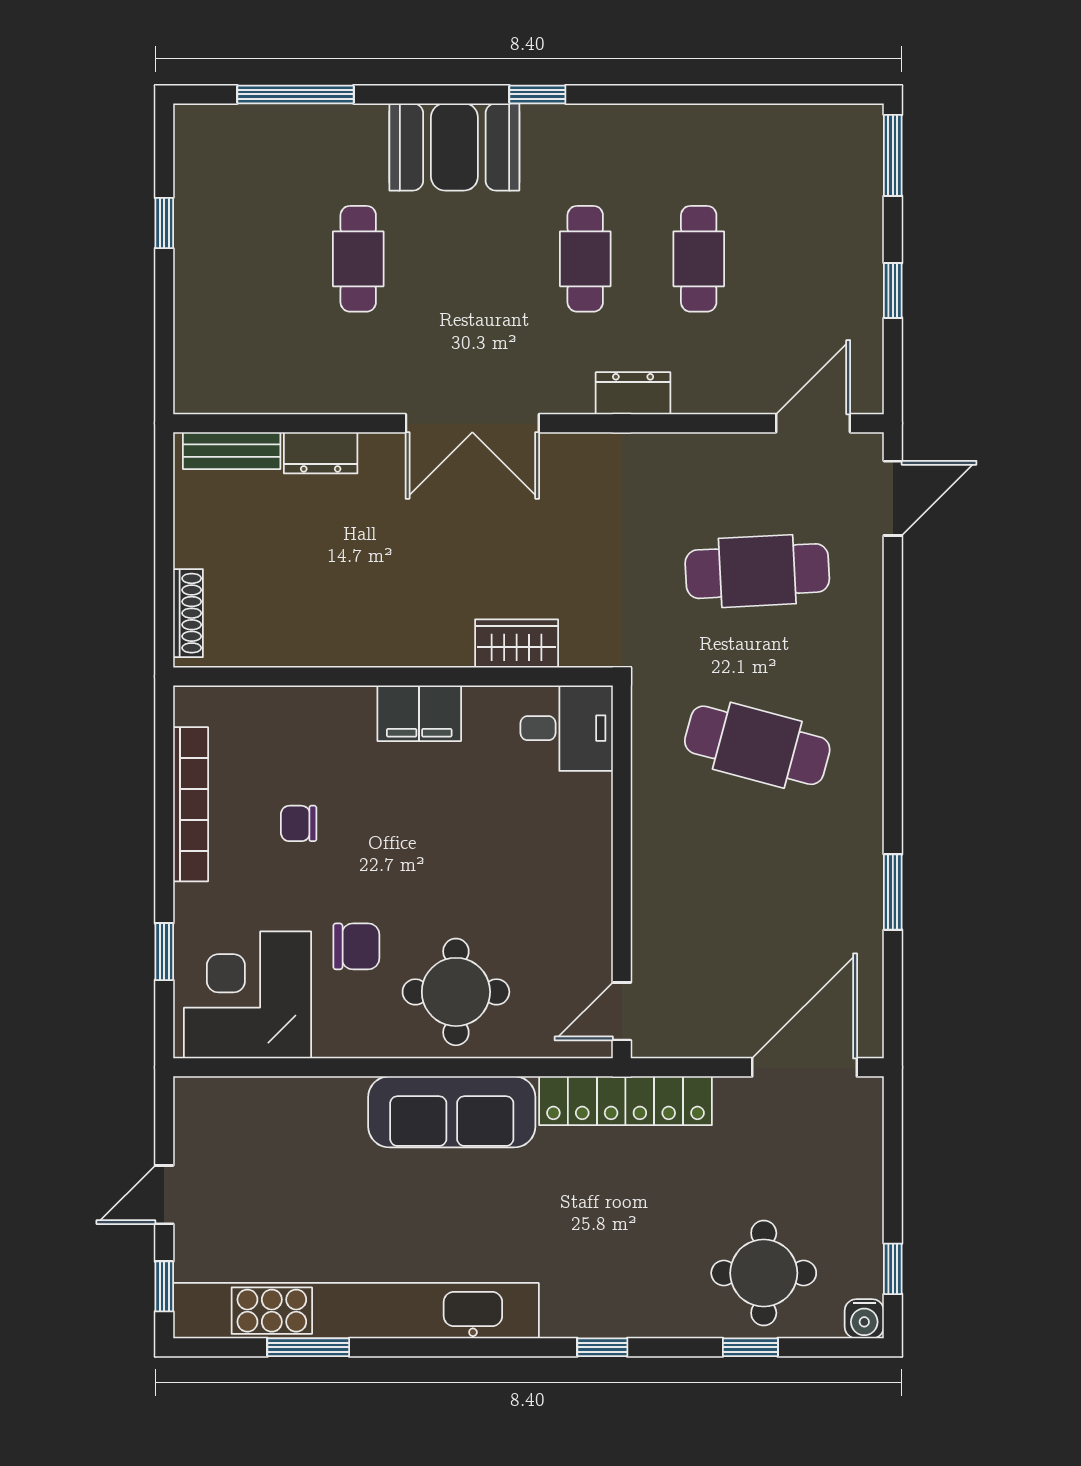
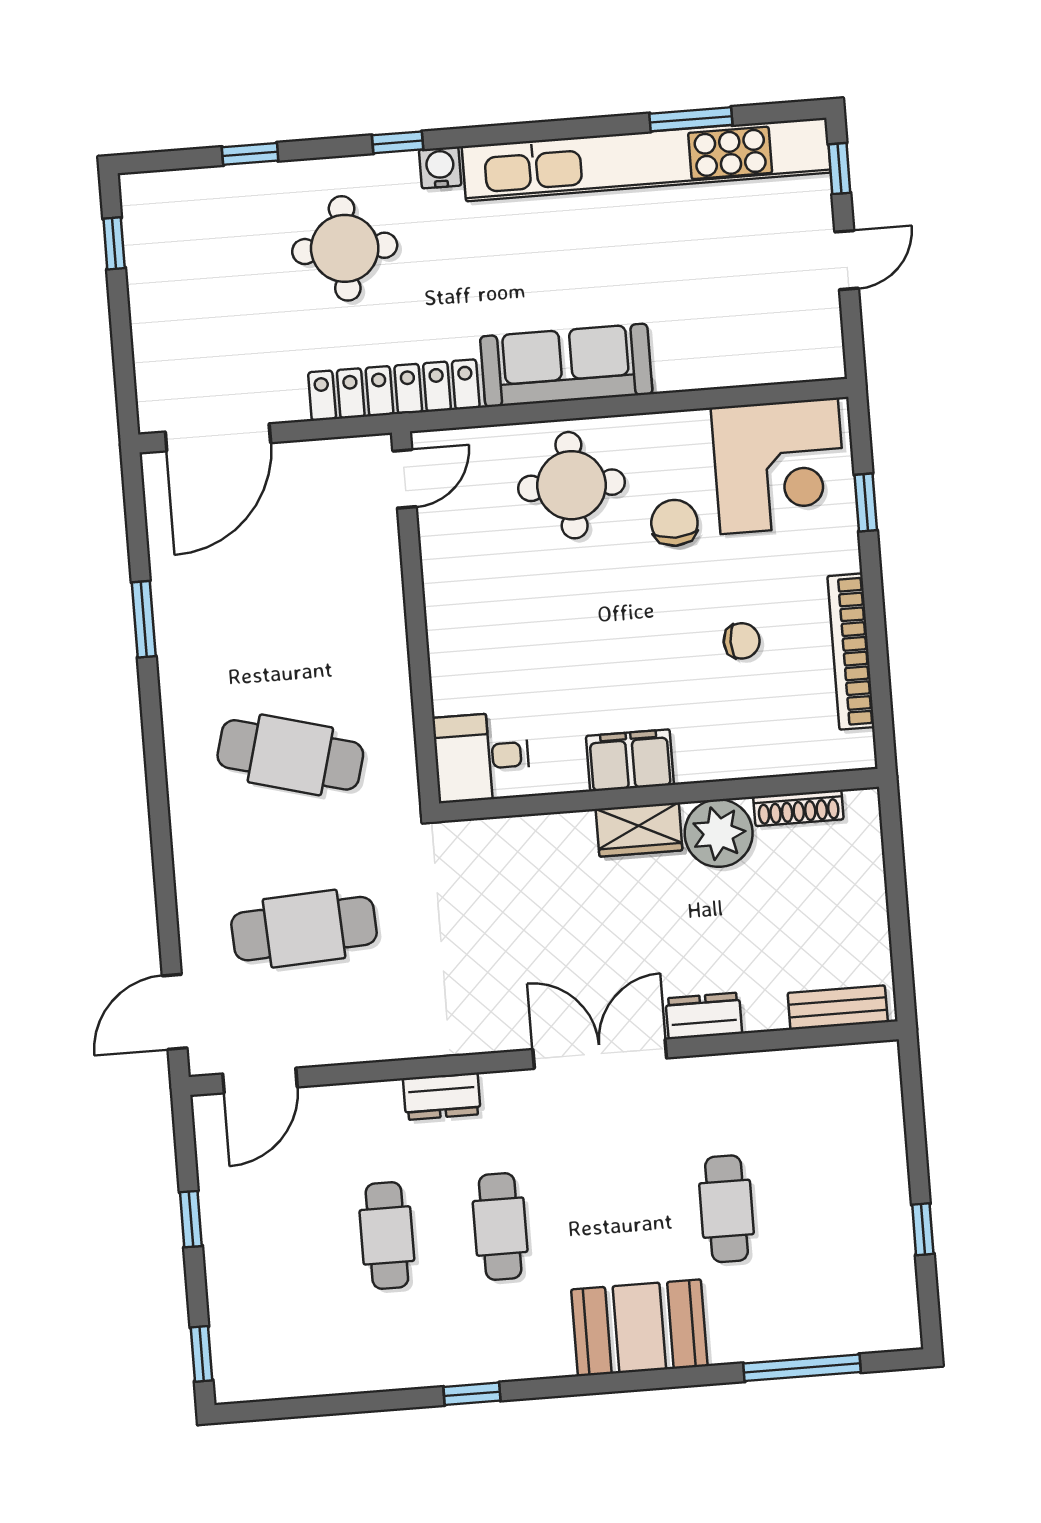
window: (537, 94) -> (472, 1394), moved
window: (893, 155) -> (201, 1354), width x0.67
dresser: (321, 453) -> (704, 1016), moved
shoe rack: (188, 613) -> (798, 808), moved, turned -90
plant: (337, 634) -> (719, 833), added
wardrobe: (517, 643) -> (639, 830), moved
chair: (356, 946) -> (674, 523), turned 90
round table: (764, 1273) -> (345, 248), moved
water cooler: (864, 1319) -> (440, 168), moved

